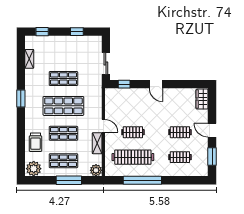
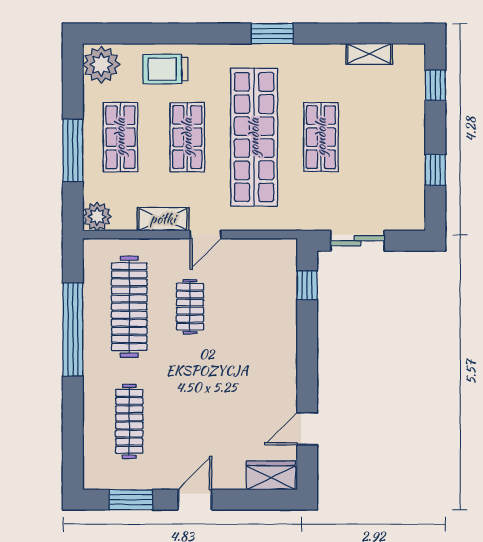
door: (156, 84) -> (307, 429), moved
shop shelf: (63, 106) -> (254, 137), width x1.40
clothes rail: (180, 132) -> (190, 421), removed
clothes rail: (180, 157) -> (129, 421), width x1.36

